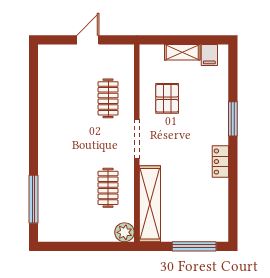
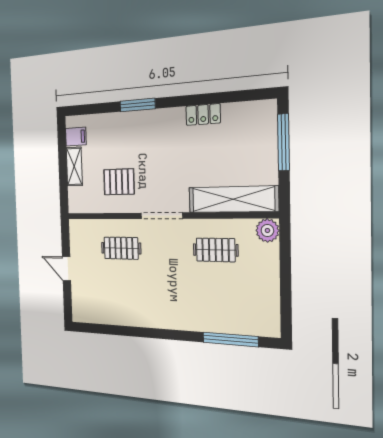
locker: (220, 162) -> (203, 115), moved

